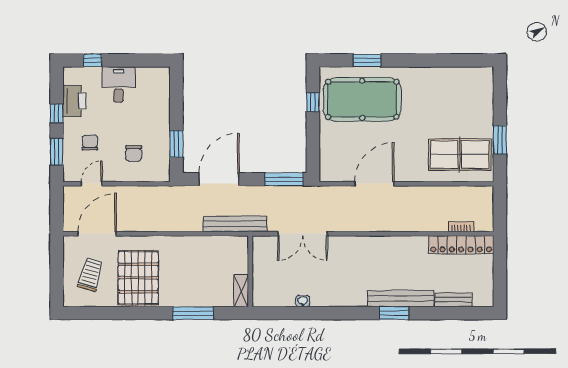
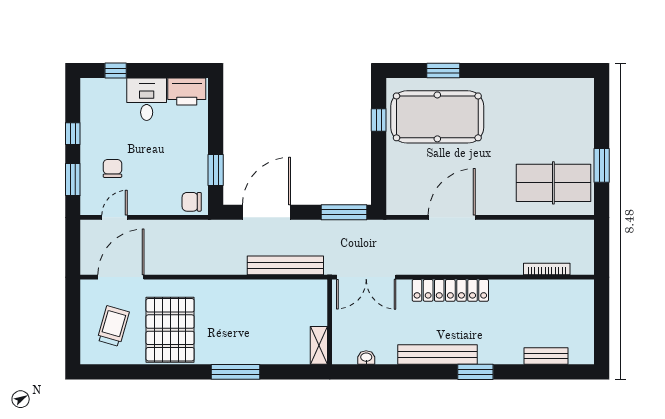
printer: (74, 101) -> (187, 92), moved, turned 90
chair: (134, 153) -> (192, 202), moved, turned 90
bookcase: (461, 227) -> (547, 269), width x1.56
locker: (461, 245) -> (450, 290), moved
wall: (250, 271) -> (330, 322), moved
shelving: (241, 291) -> (319, 345), moved
bench: (401, 299) -> (438, 355), moved

